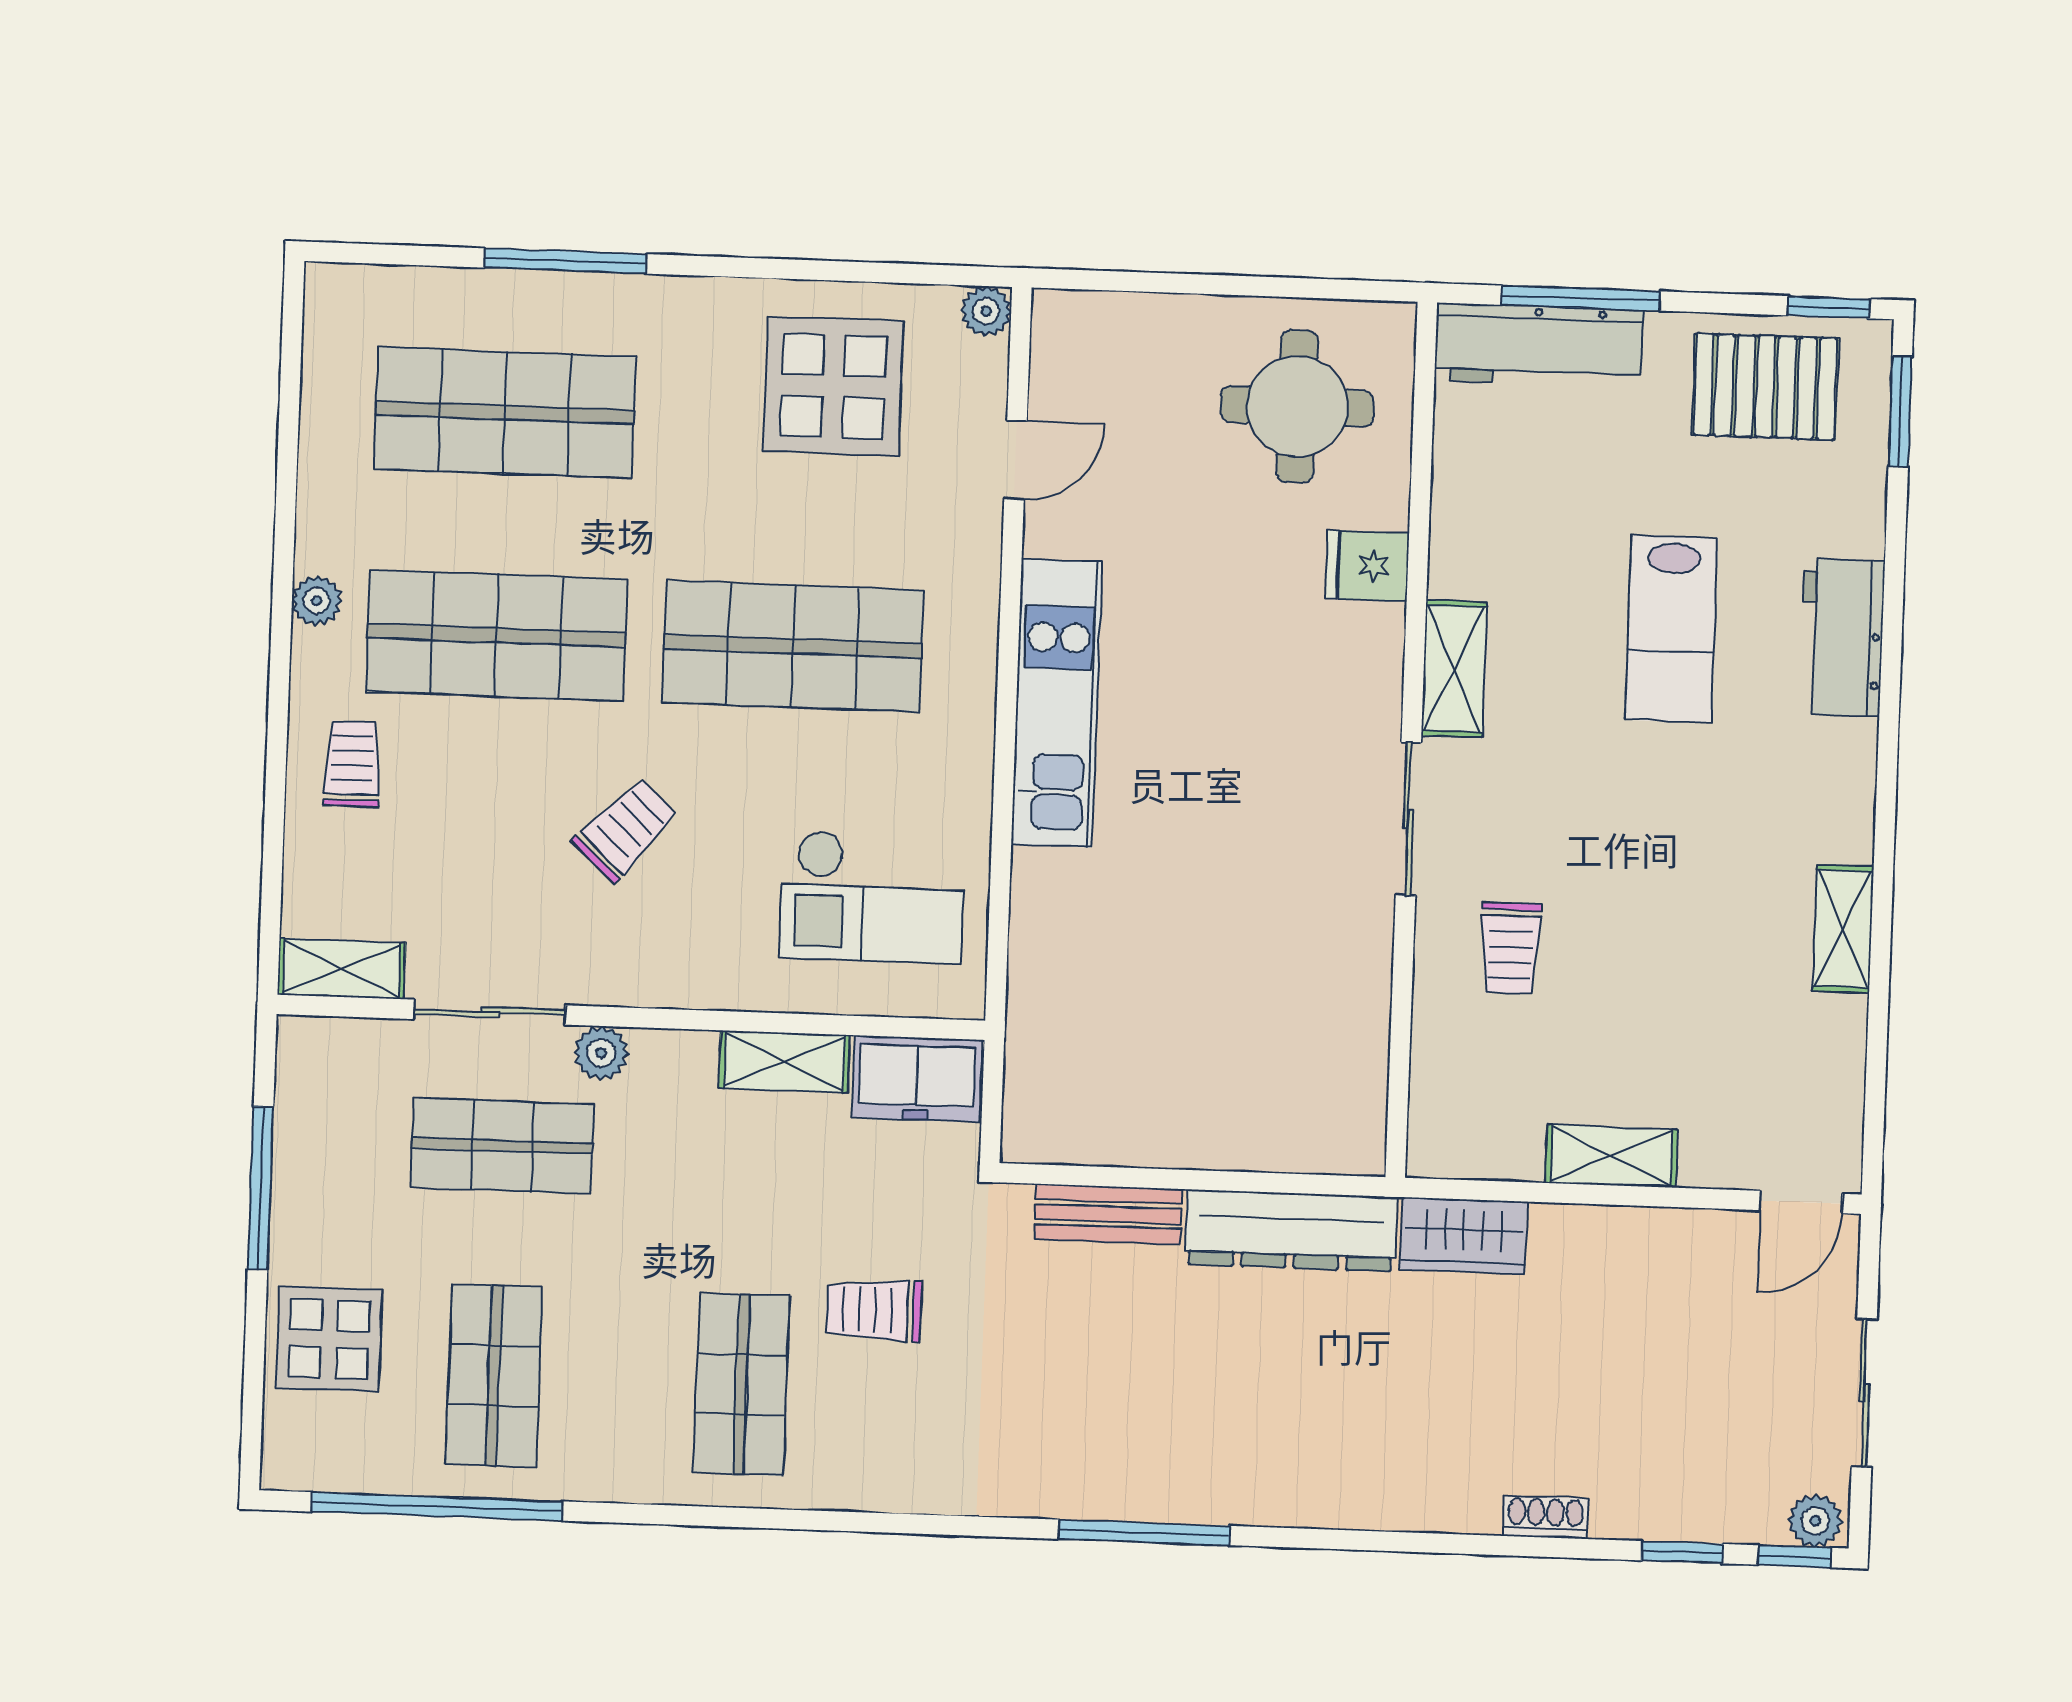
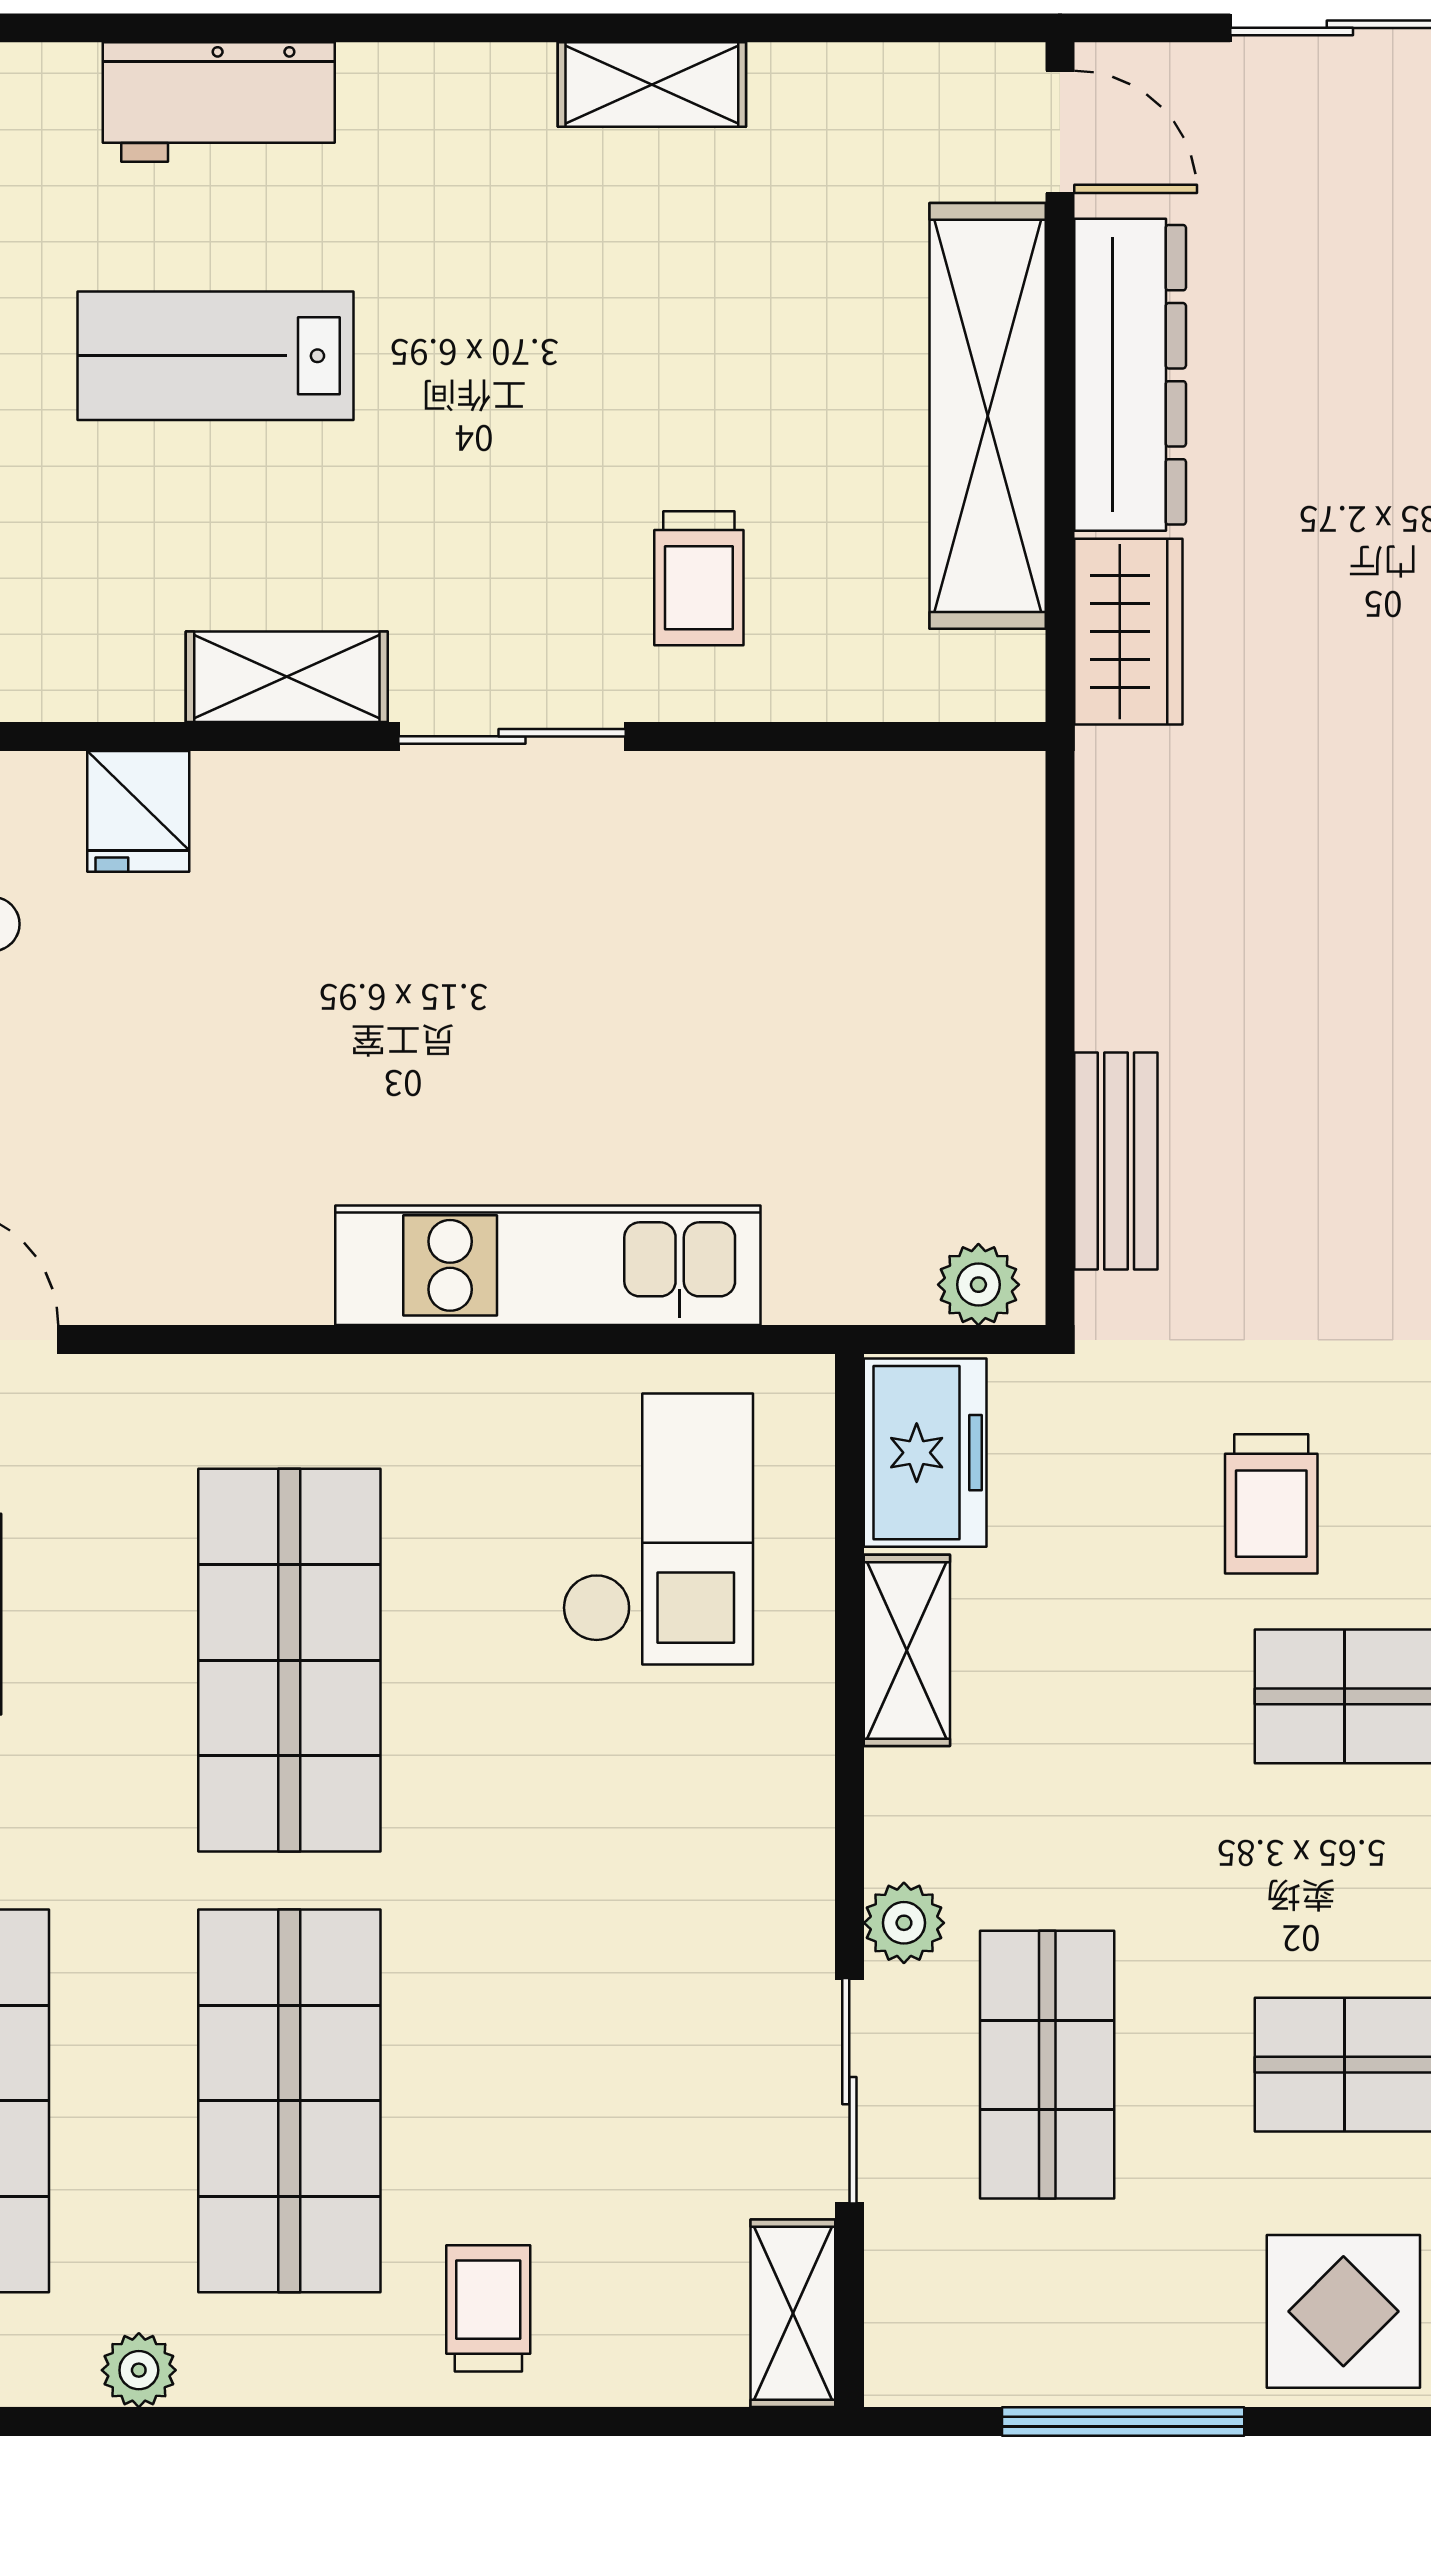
plant: (317, 601) -> (139, 2370), moved
lab bench: (1672, 629) -> (215, 356), turned 180
kitchen unit: (1057, 703) -> (548, 1265), moved
trolley: (352, 764) -> (488, 2308), turned 90
trolley: (626, 829) -> (571, 1898), removed
trolley: (1510, 948) -> (699, 578), turned 90
plant: (1028, 1119) -> (978, 1285), added
shelving: (1612, 1156) -> (988, 416), width x2.20, depth x1.33
dresser: (1291, 1230) -> (1130, 375), moved

